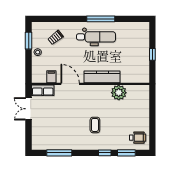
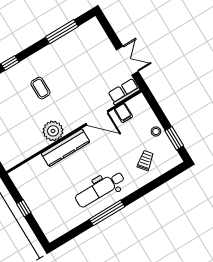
plant: (119, 93) -> (53, 131), moved

